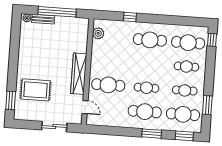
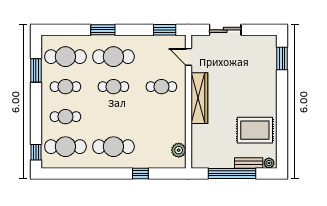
cafe table: (108, 85) -> (161, 87), width x0.73, depth x0.74
rug: (36, 90) -> (255, 130), moved
window: (184, 136) -> (165, 30), moved

